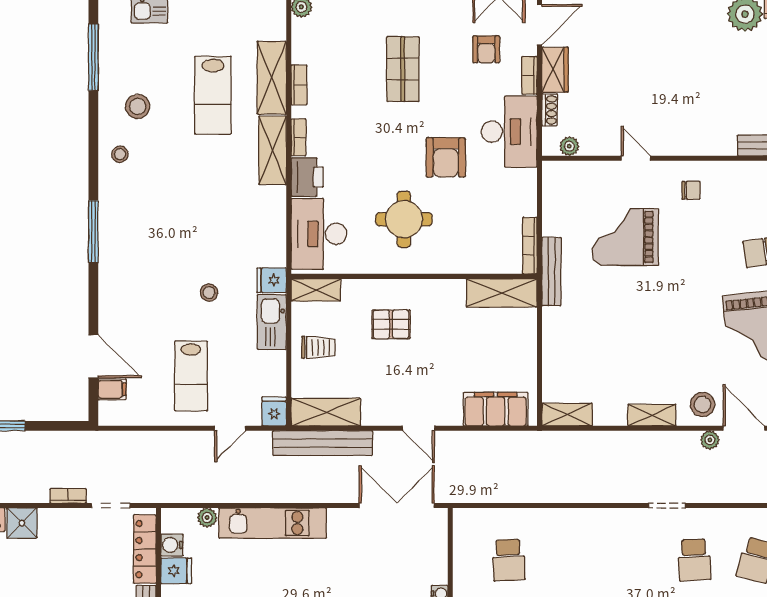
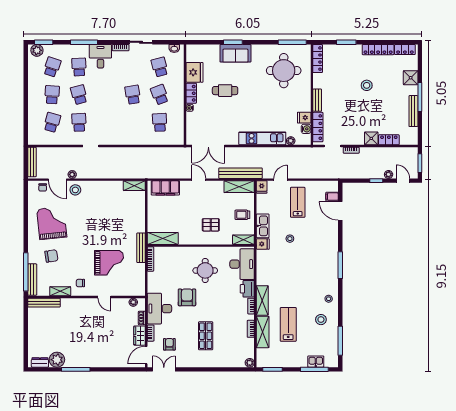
shelving: (652, 415) -> (60, 291), moved

